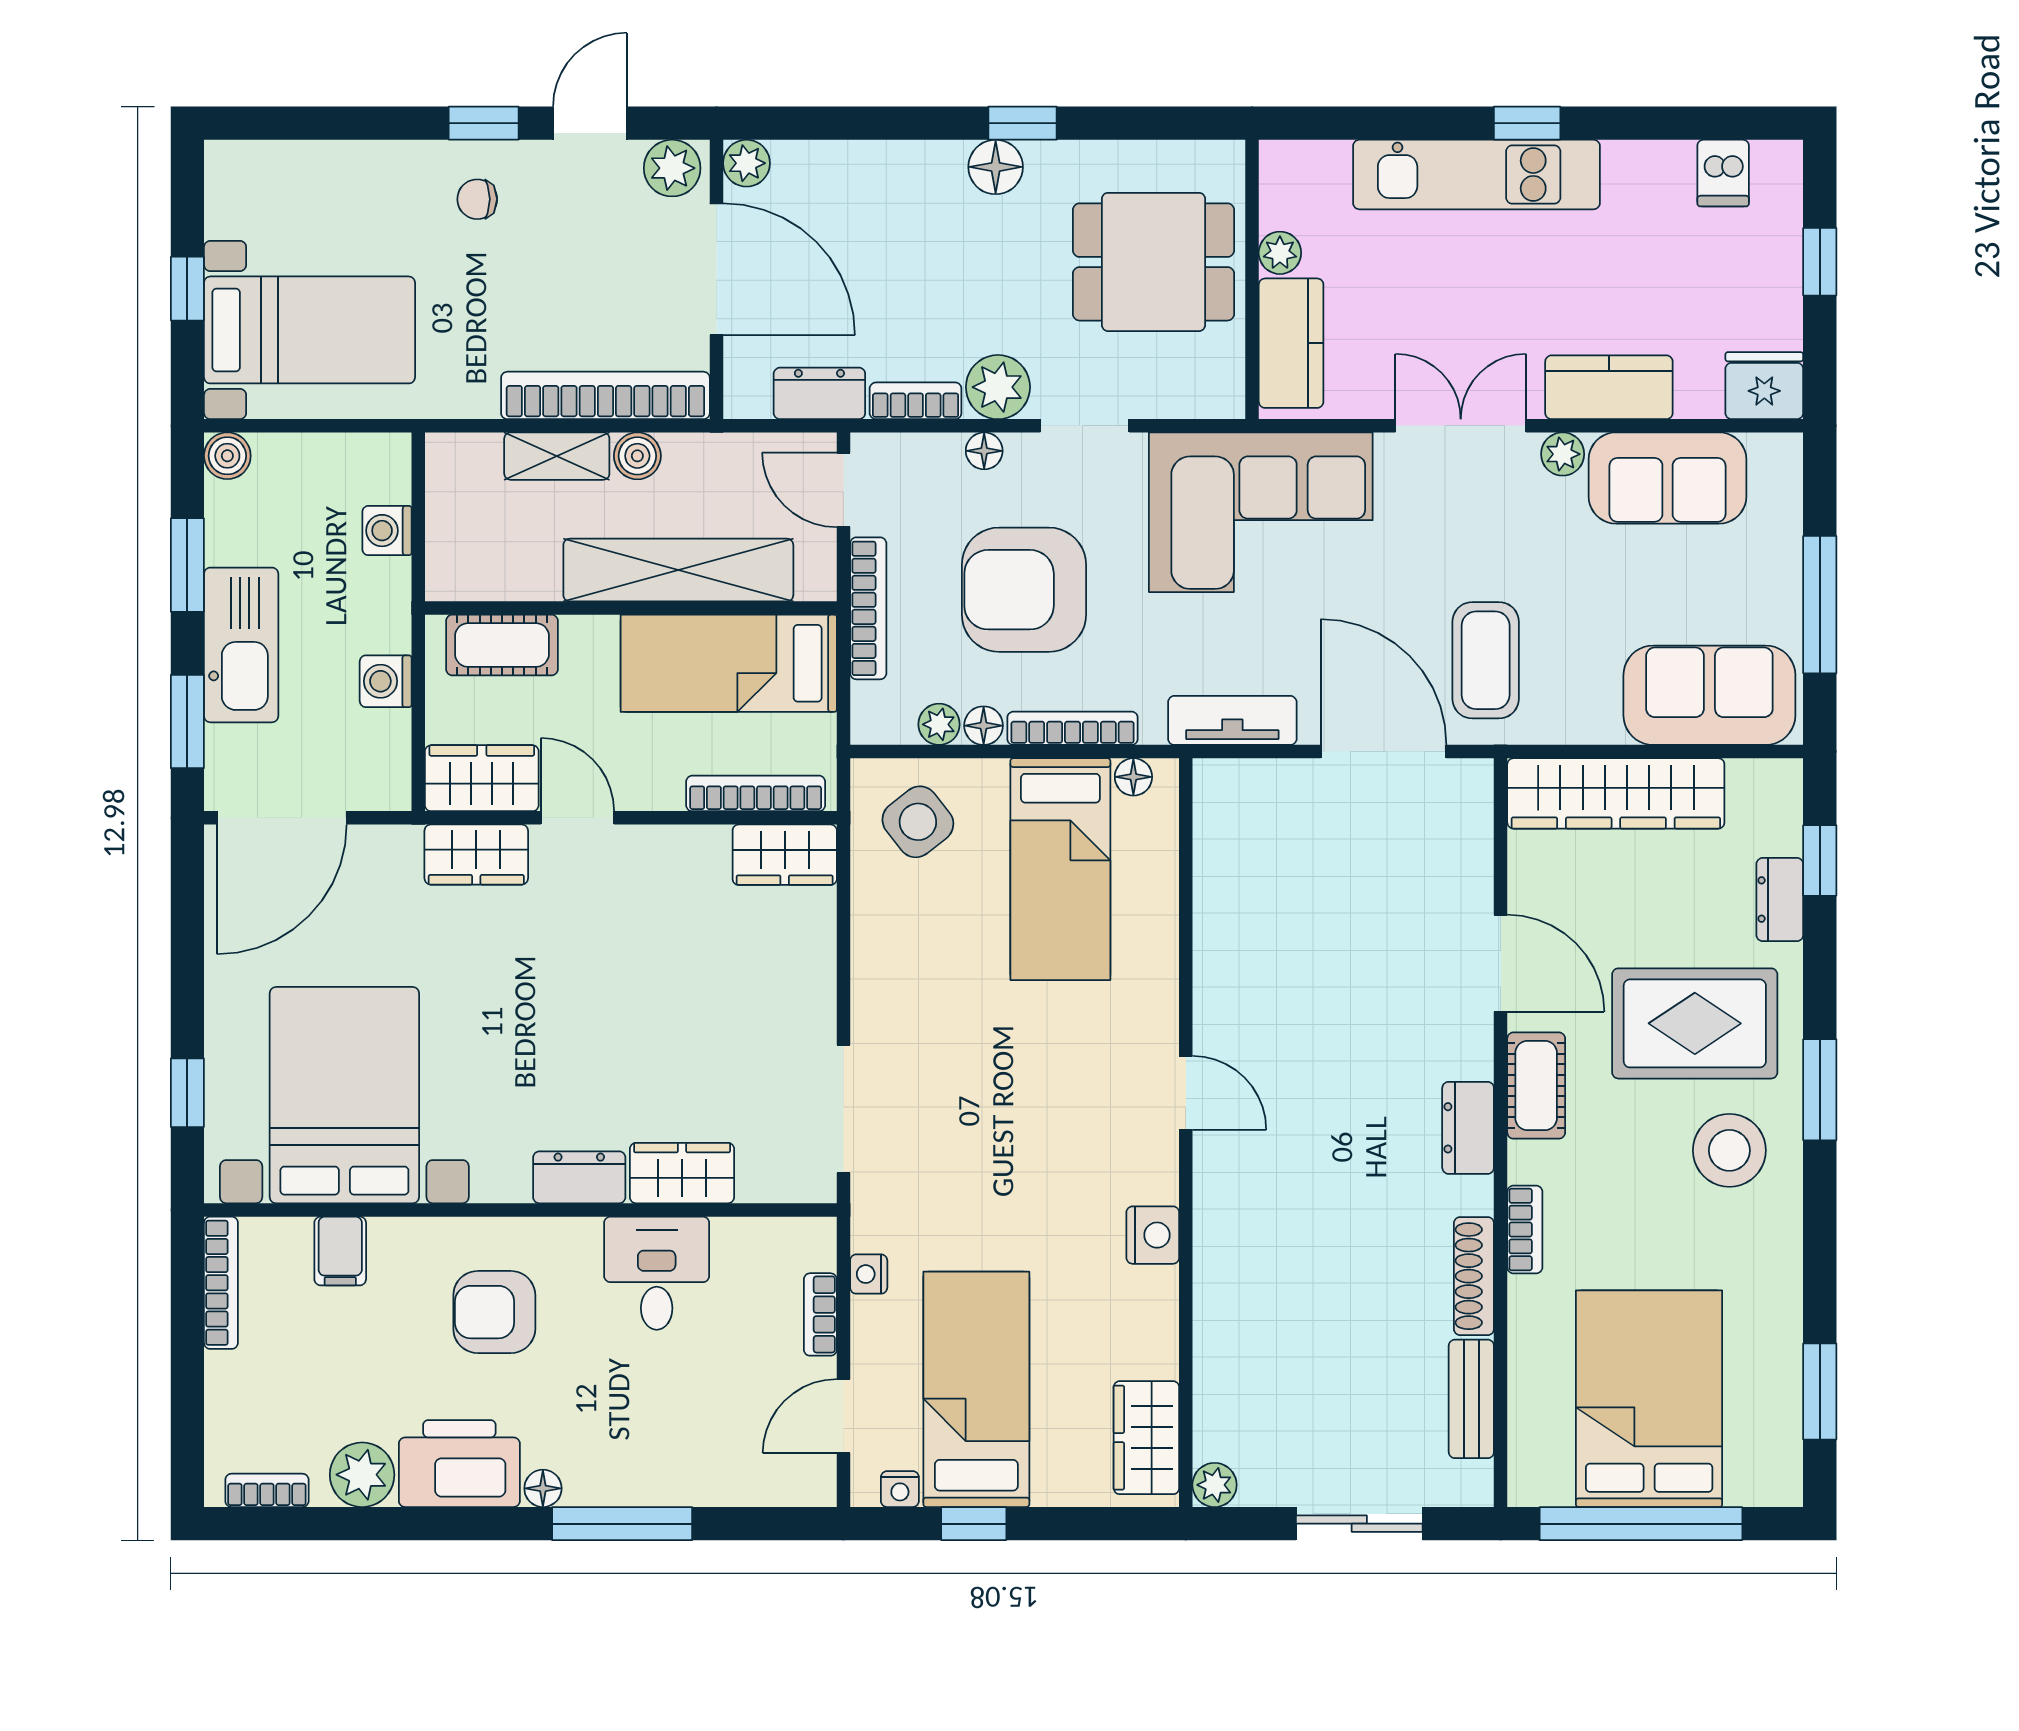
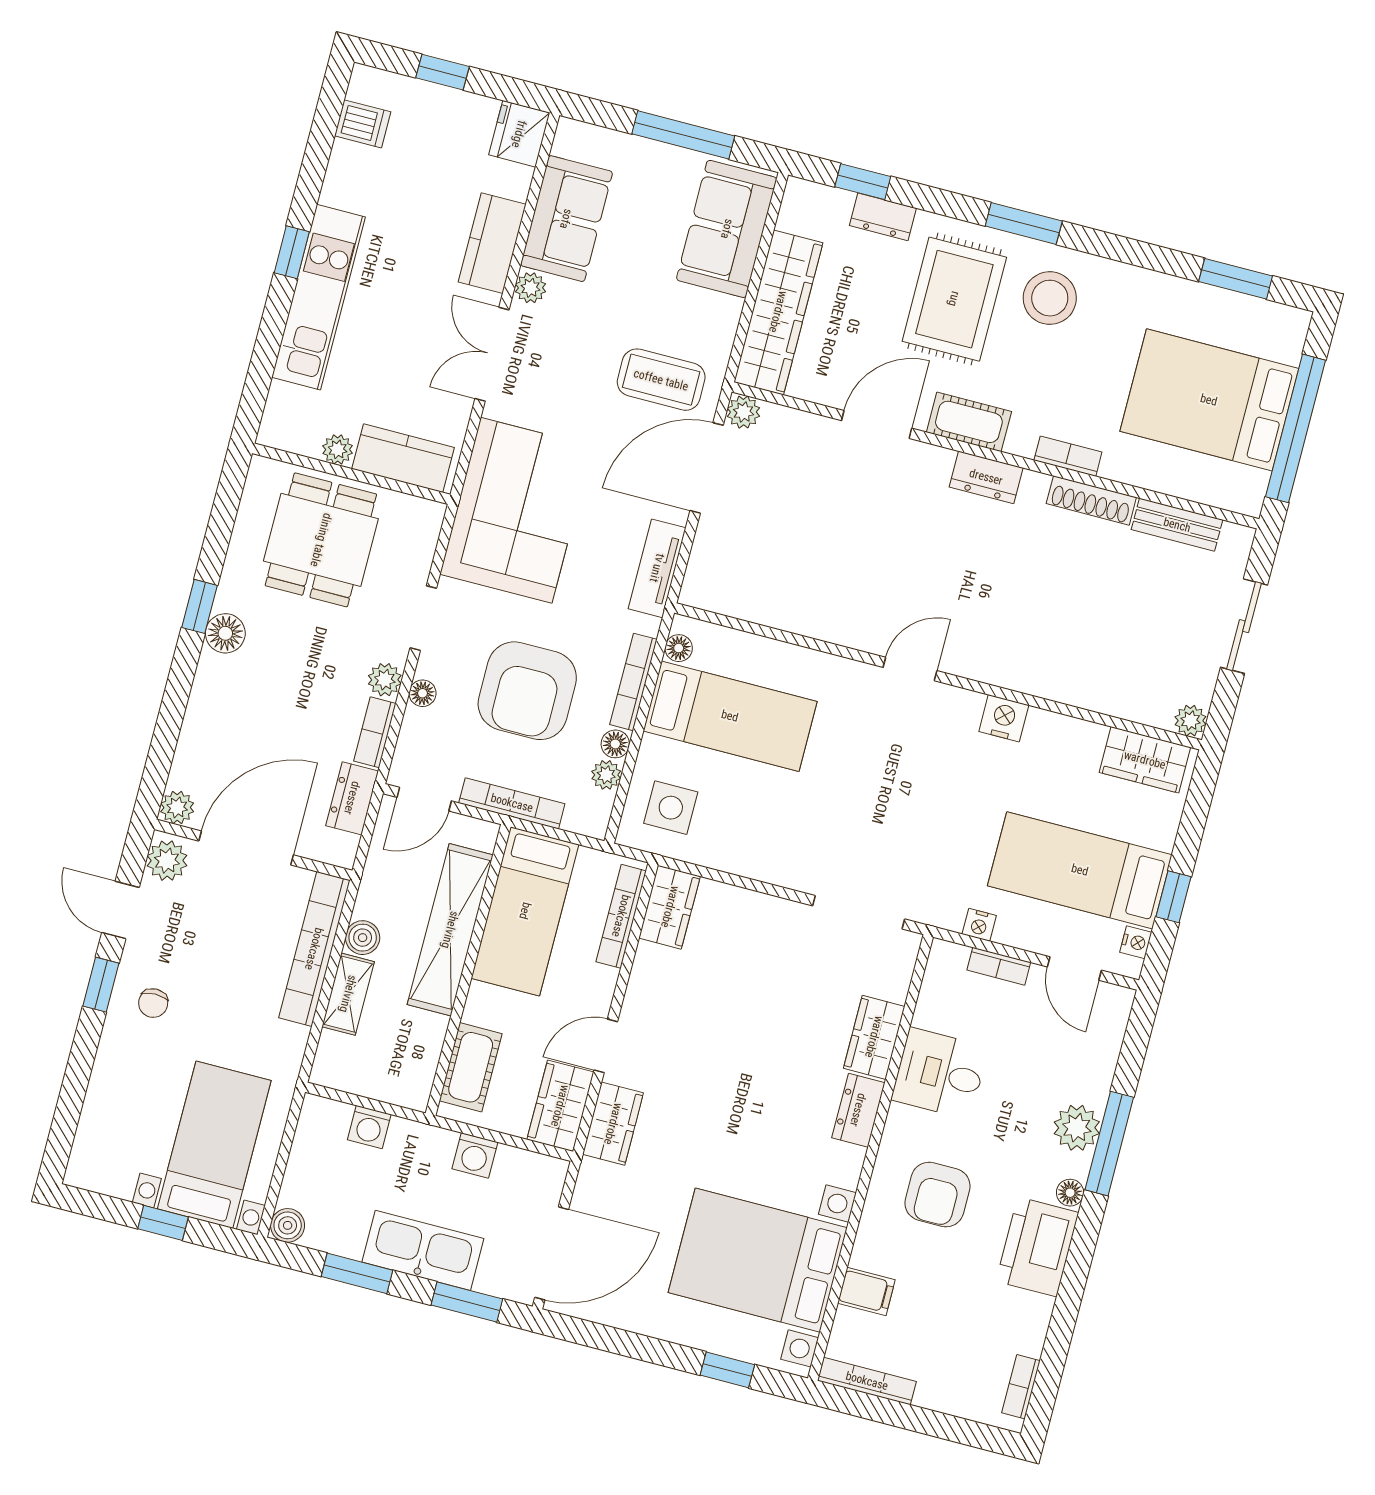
plant: (998, 387) -> (385, 680), width x0.73, depth x0.73
plant: (1471, 781) -> (743, 412), added
door: (282, 818) -> (552, 1253), hinge flipped
side table: (918, 822) -> (671, 808), turned 38
plant: (362, 1475) -> (1077, 1128), moved

